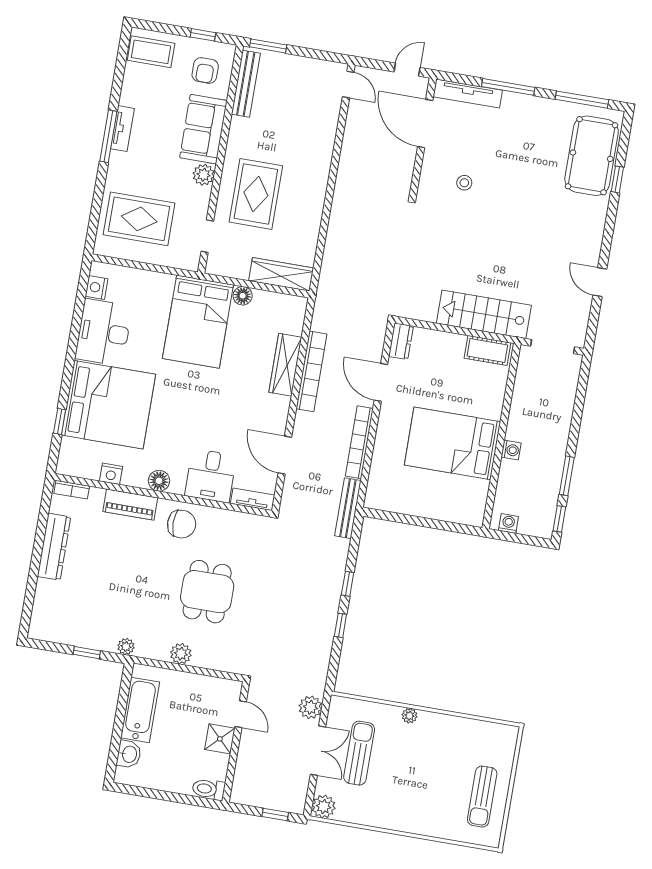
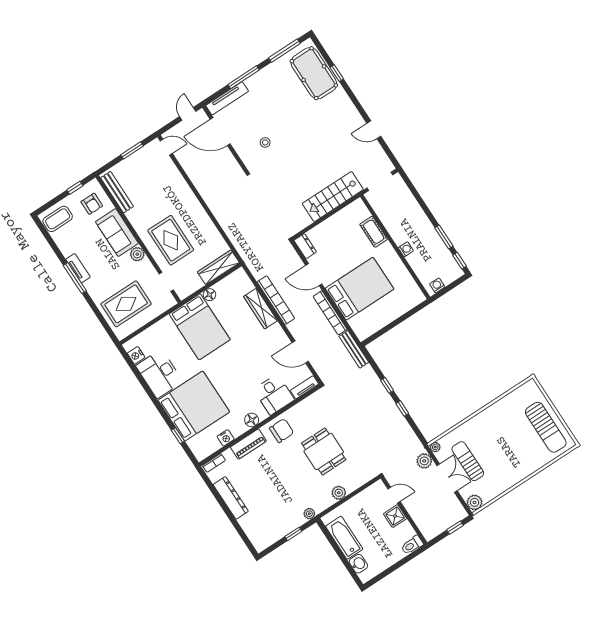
window: (268, 46) -> (132, 150), moved
cot: (487, 350) -> (374, 232), moved, turned 90
bed: (452, 443) -> (360, 289), moved, turned 180
plant: (410, 716) -> (435, 447), moved
sun lounger: (482, 797) -> (546, 427), width x1.36, depth x1.34

